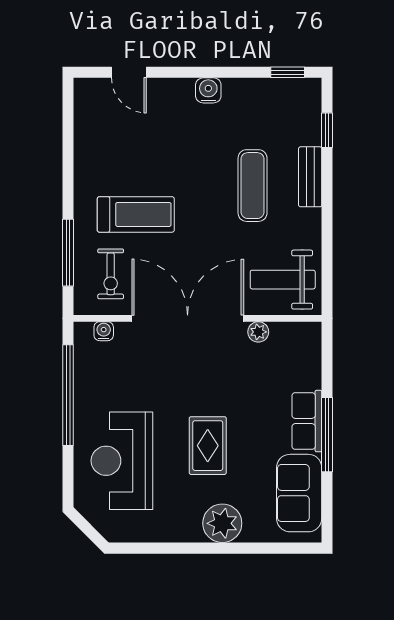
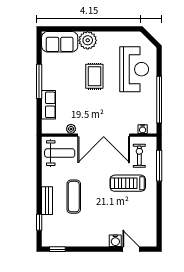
water cooler: (208, 90) -> (115, 241), moved
row of seats: (307, 421) -> (49, 105), moved
sofa: (299, 493) -> (60, 42), moved, turned 90

